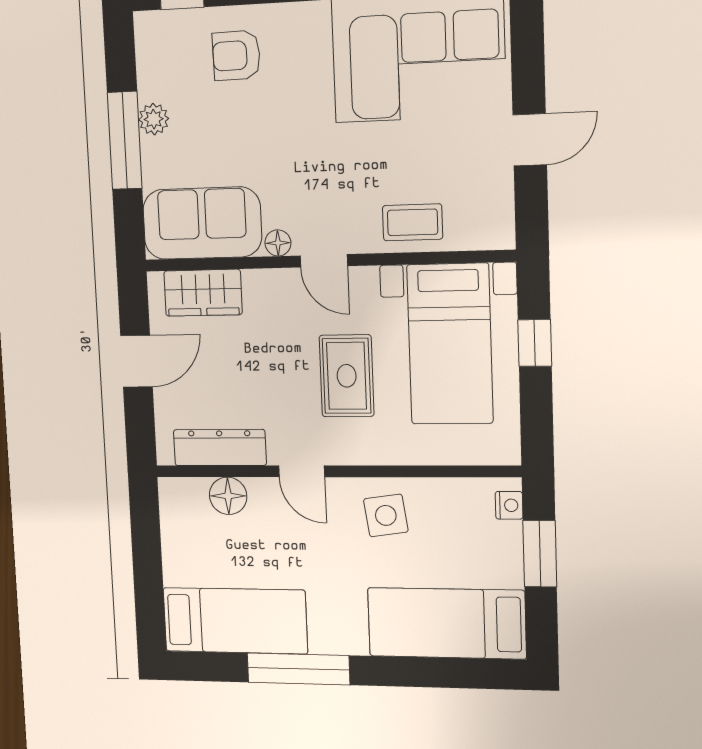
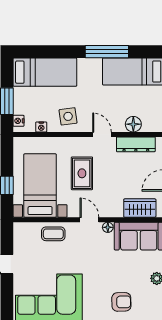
nightstand: (452, 490) -> (41, 127), added

